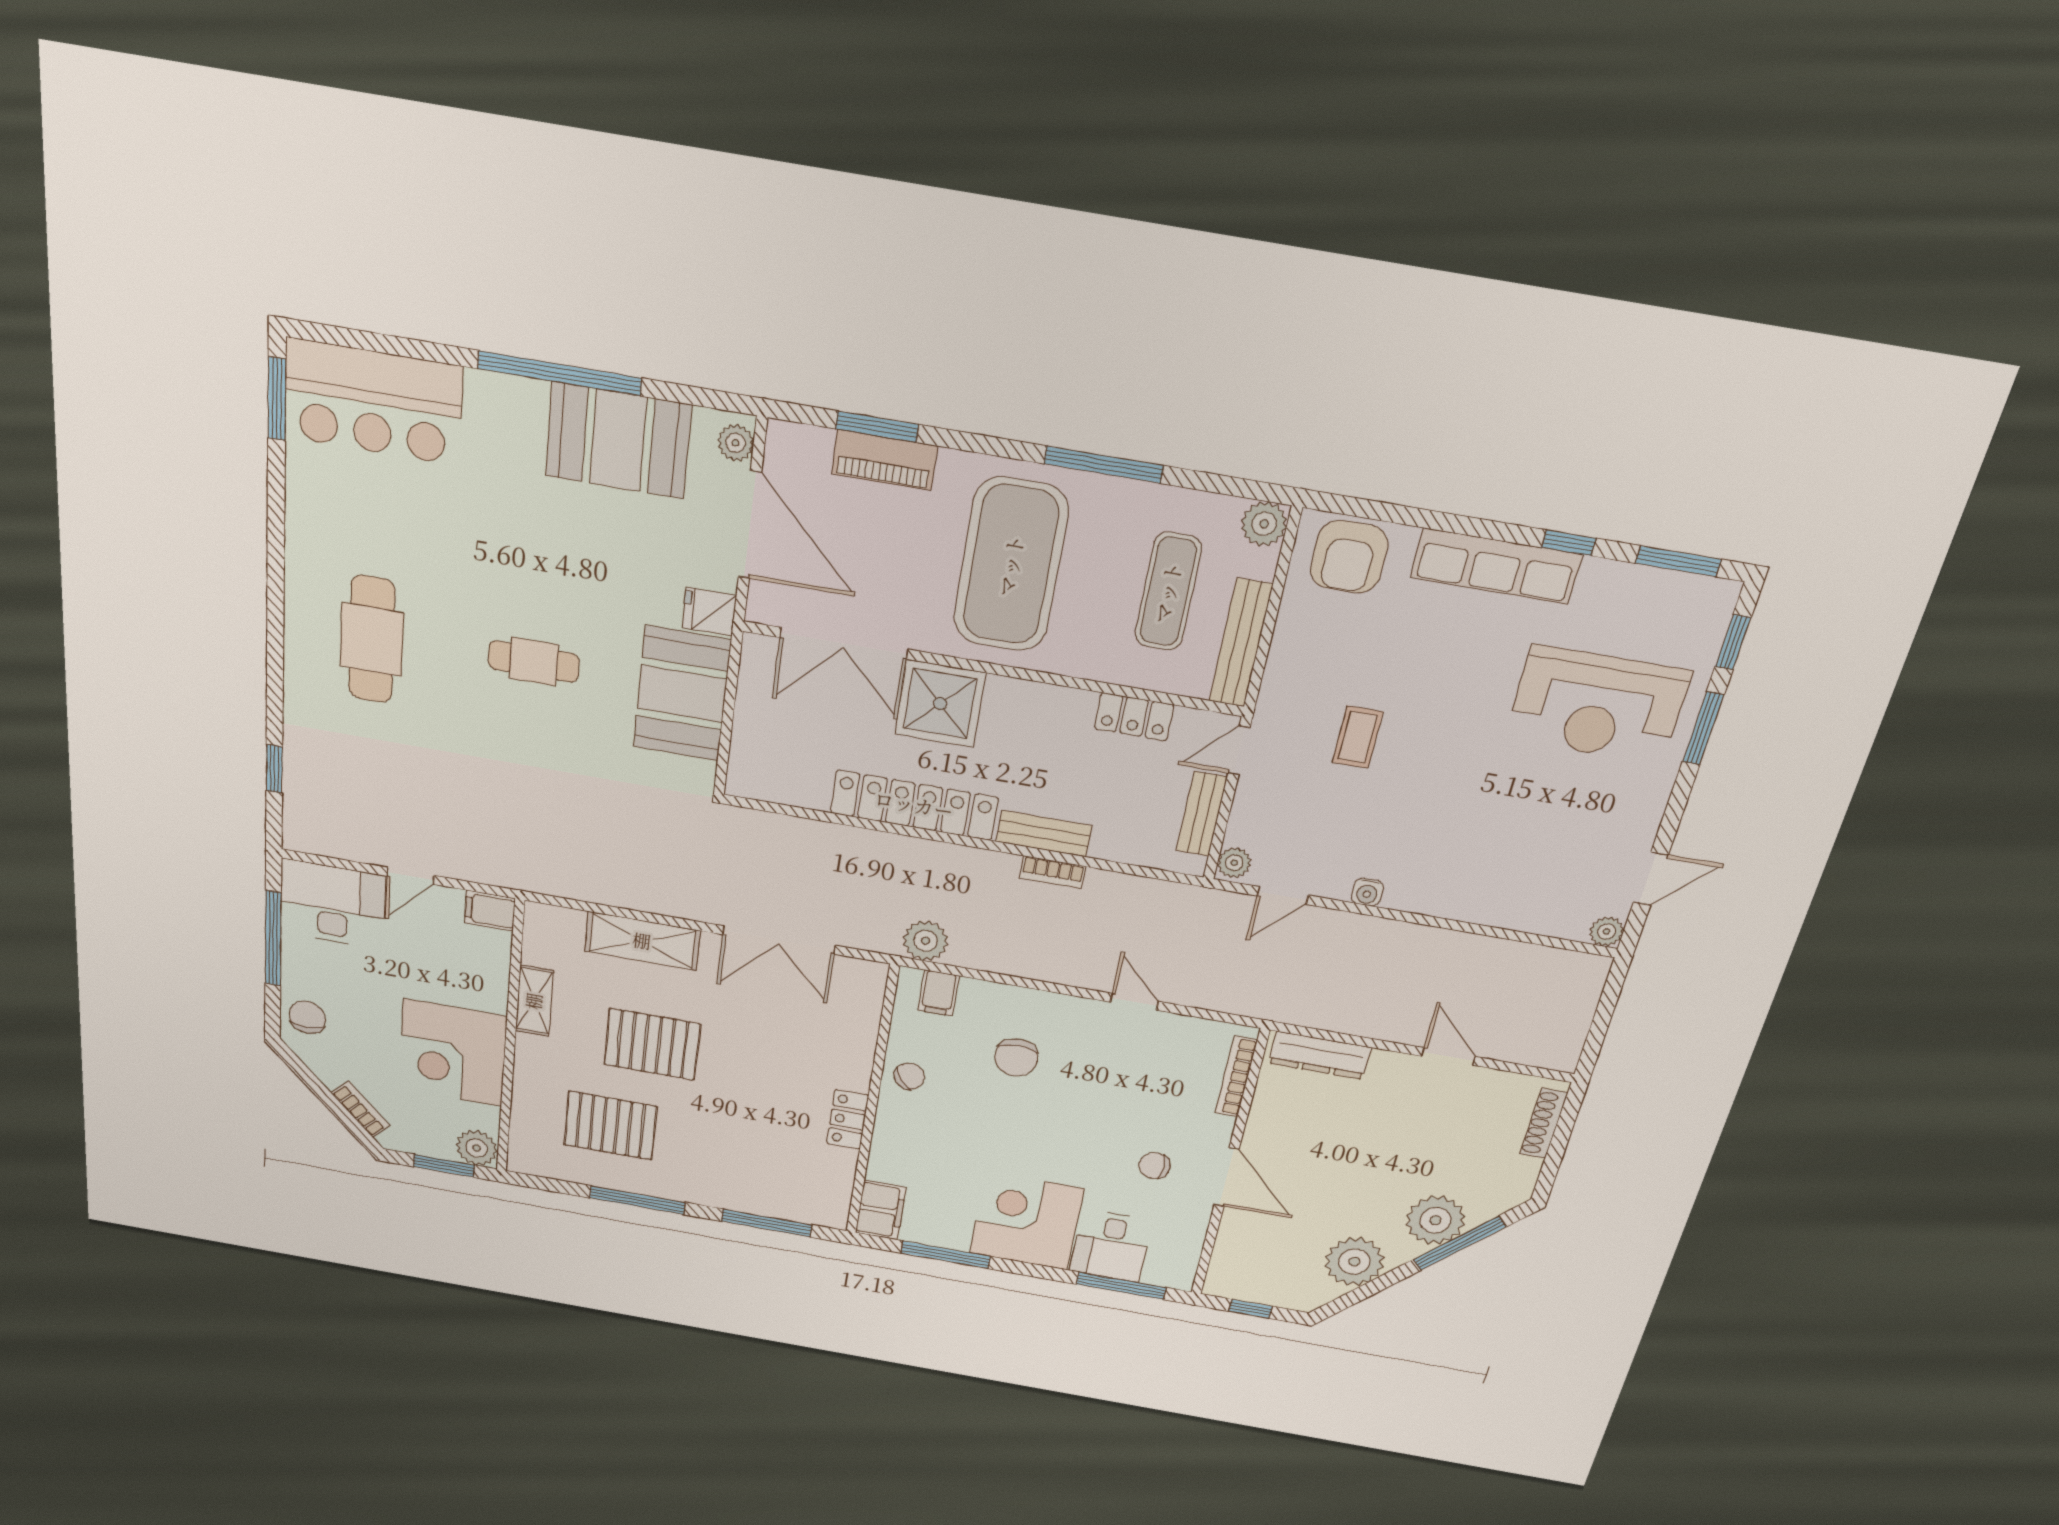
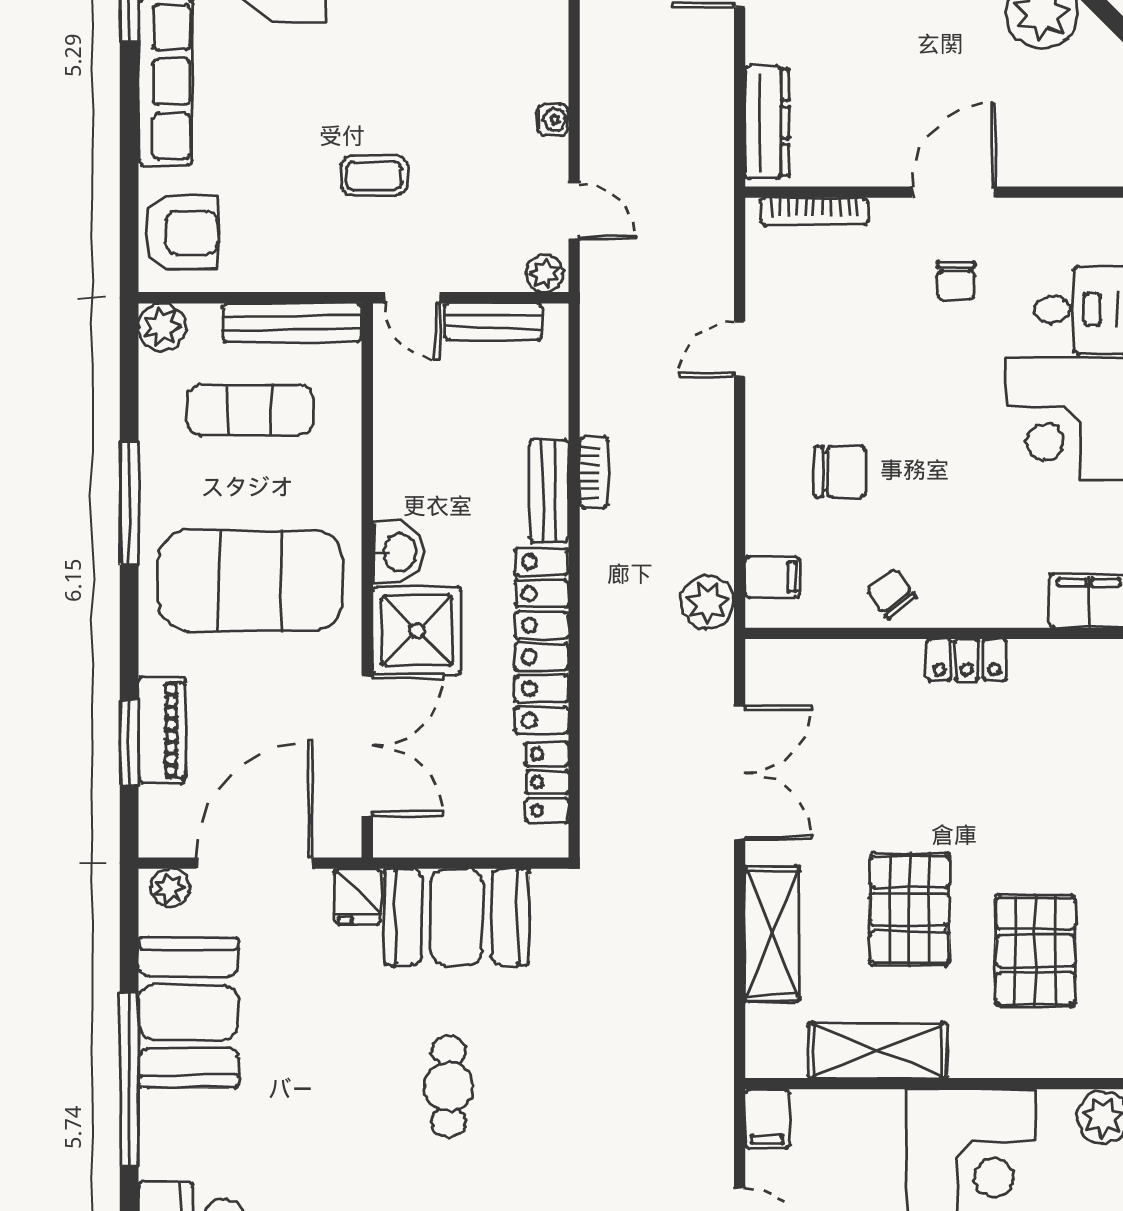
washbasin: (1013, 700) -> (398, 553), added
locker: (1134, 717) -> (547, 782), moved, turned 180
shelving: (534, 1001) -> (878, 1051), width x1.50, depth x1.33

